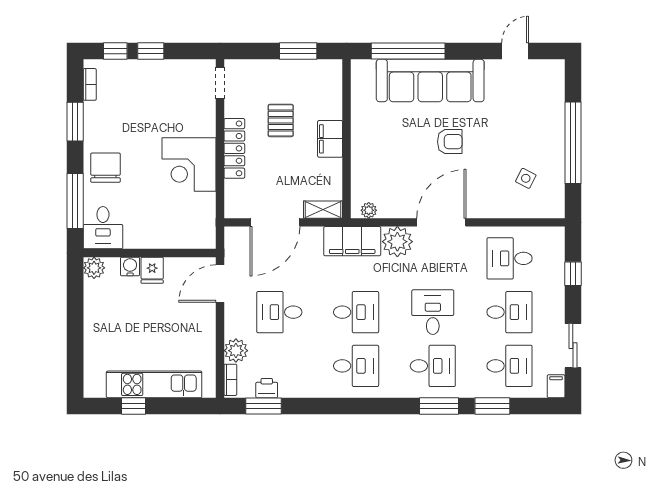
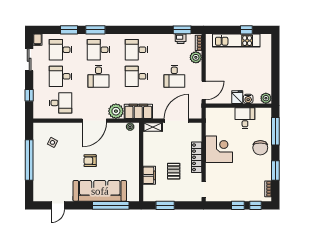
filing cabinet: (330, 139) -> (149, 175), moved
desk: (103, 228) -> (245, 118), moved
desk: (279, 312) -> (174, 76), turned 90

